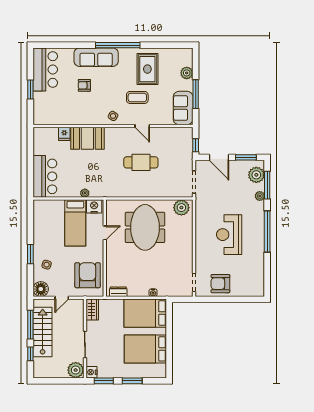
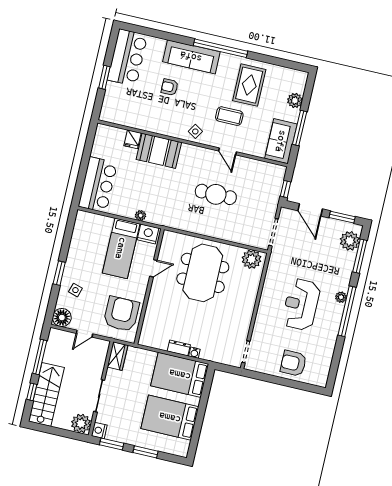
plant: (260, 196) -> (341, 297), moved
armchair: (220, 284) -> (293, 363), moved
dresser: (118, 292) -> (179, 348), moved
stairs: (43, 332) -> (46, 394), moved

